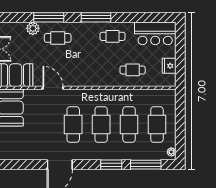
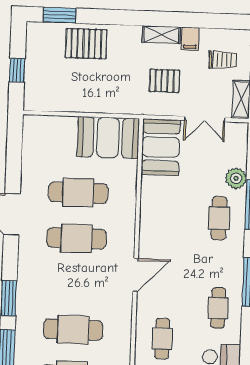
door: (53, 88) -> (135, 275), moved
cafe table: (101, 125) -> (78, 193), moved

